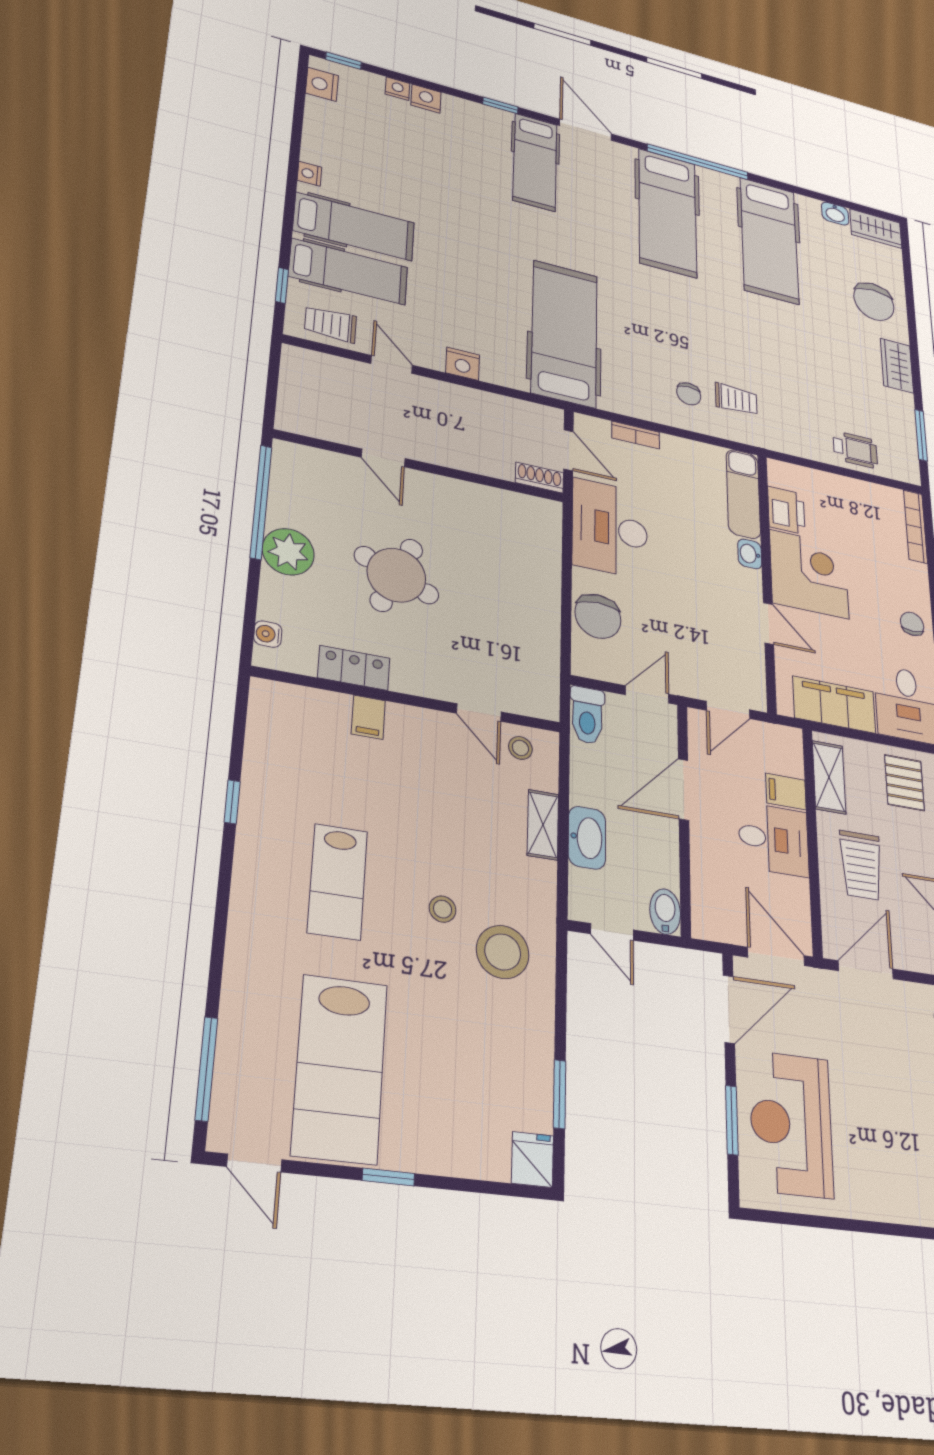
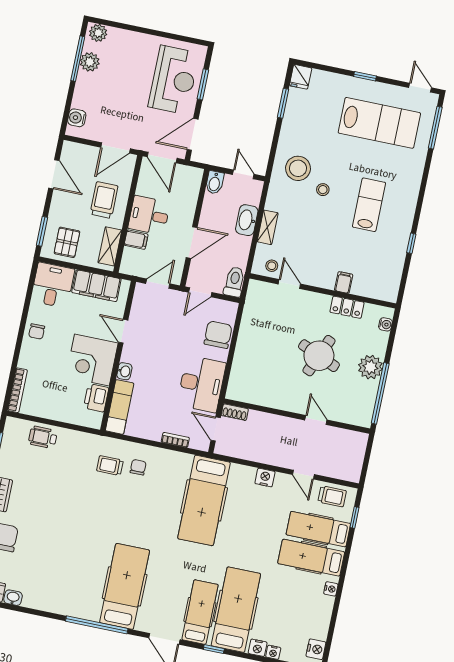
hospital bed: (769, 240) -> (236, 610), moved
lab bench: (340, 1068) -> (379, 123), turned 90

